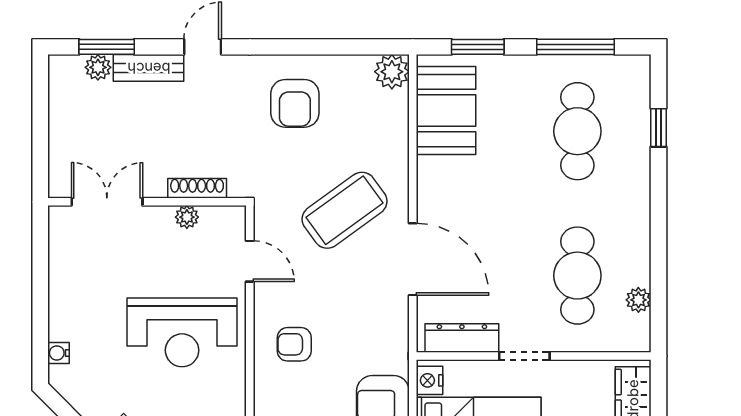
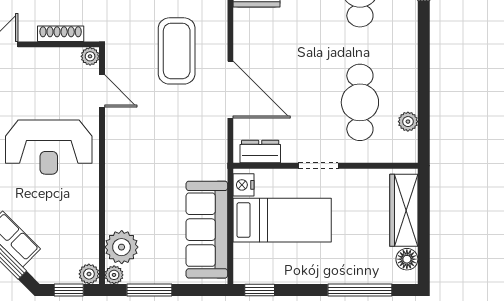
coffee table: (345, 210) -> (177, 51), turned -54
plant: (187, 217) -> (90, 56), moved
dresser: (462, 338) -> (260, 151), width x0.70
armchair: (294, 344) -> (137, 156), removed

